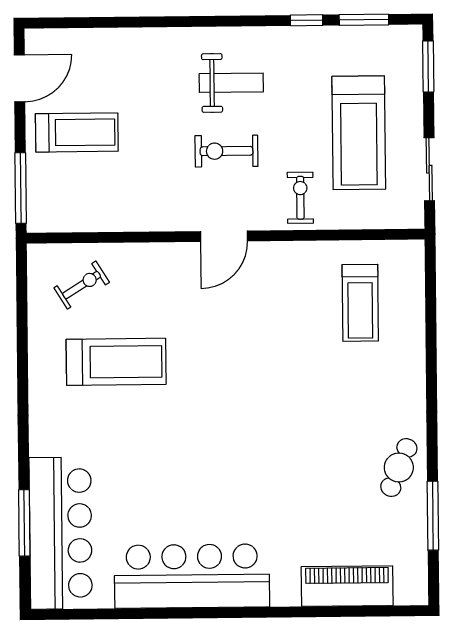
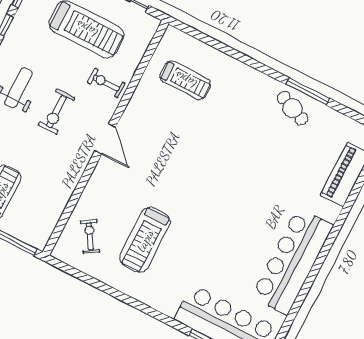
treadmill: (116, 362) -> (145, 240), turned 180
window: (433, 516) -> (308, 91), moved

